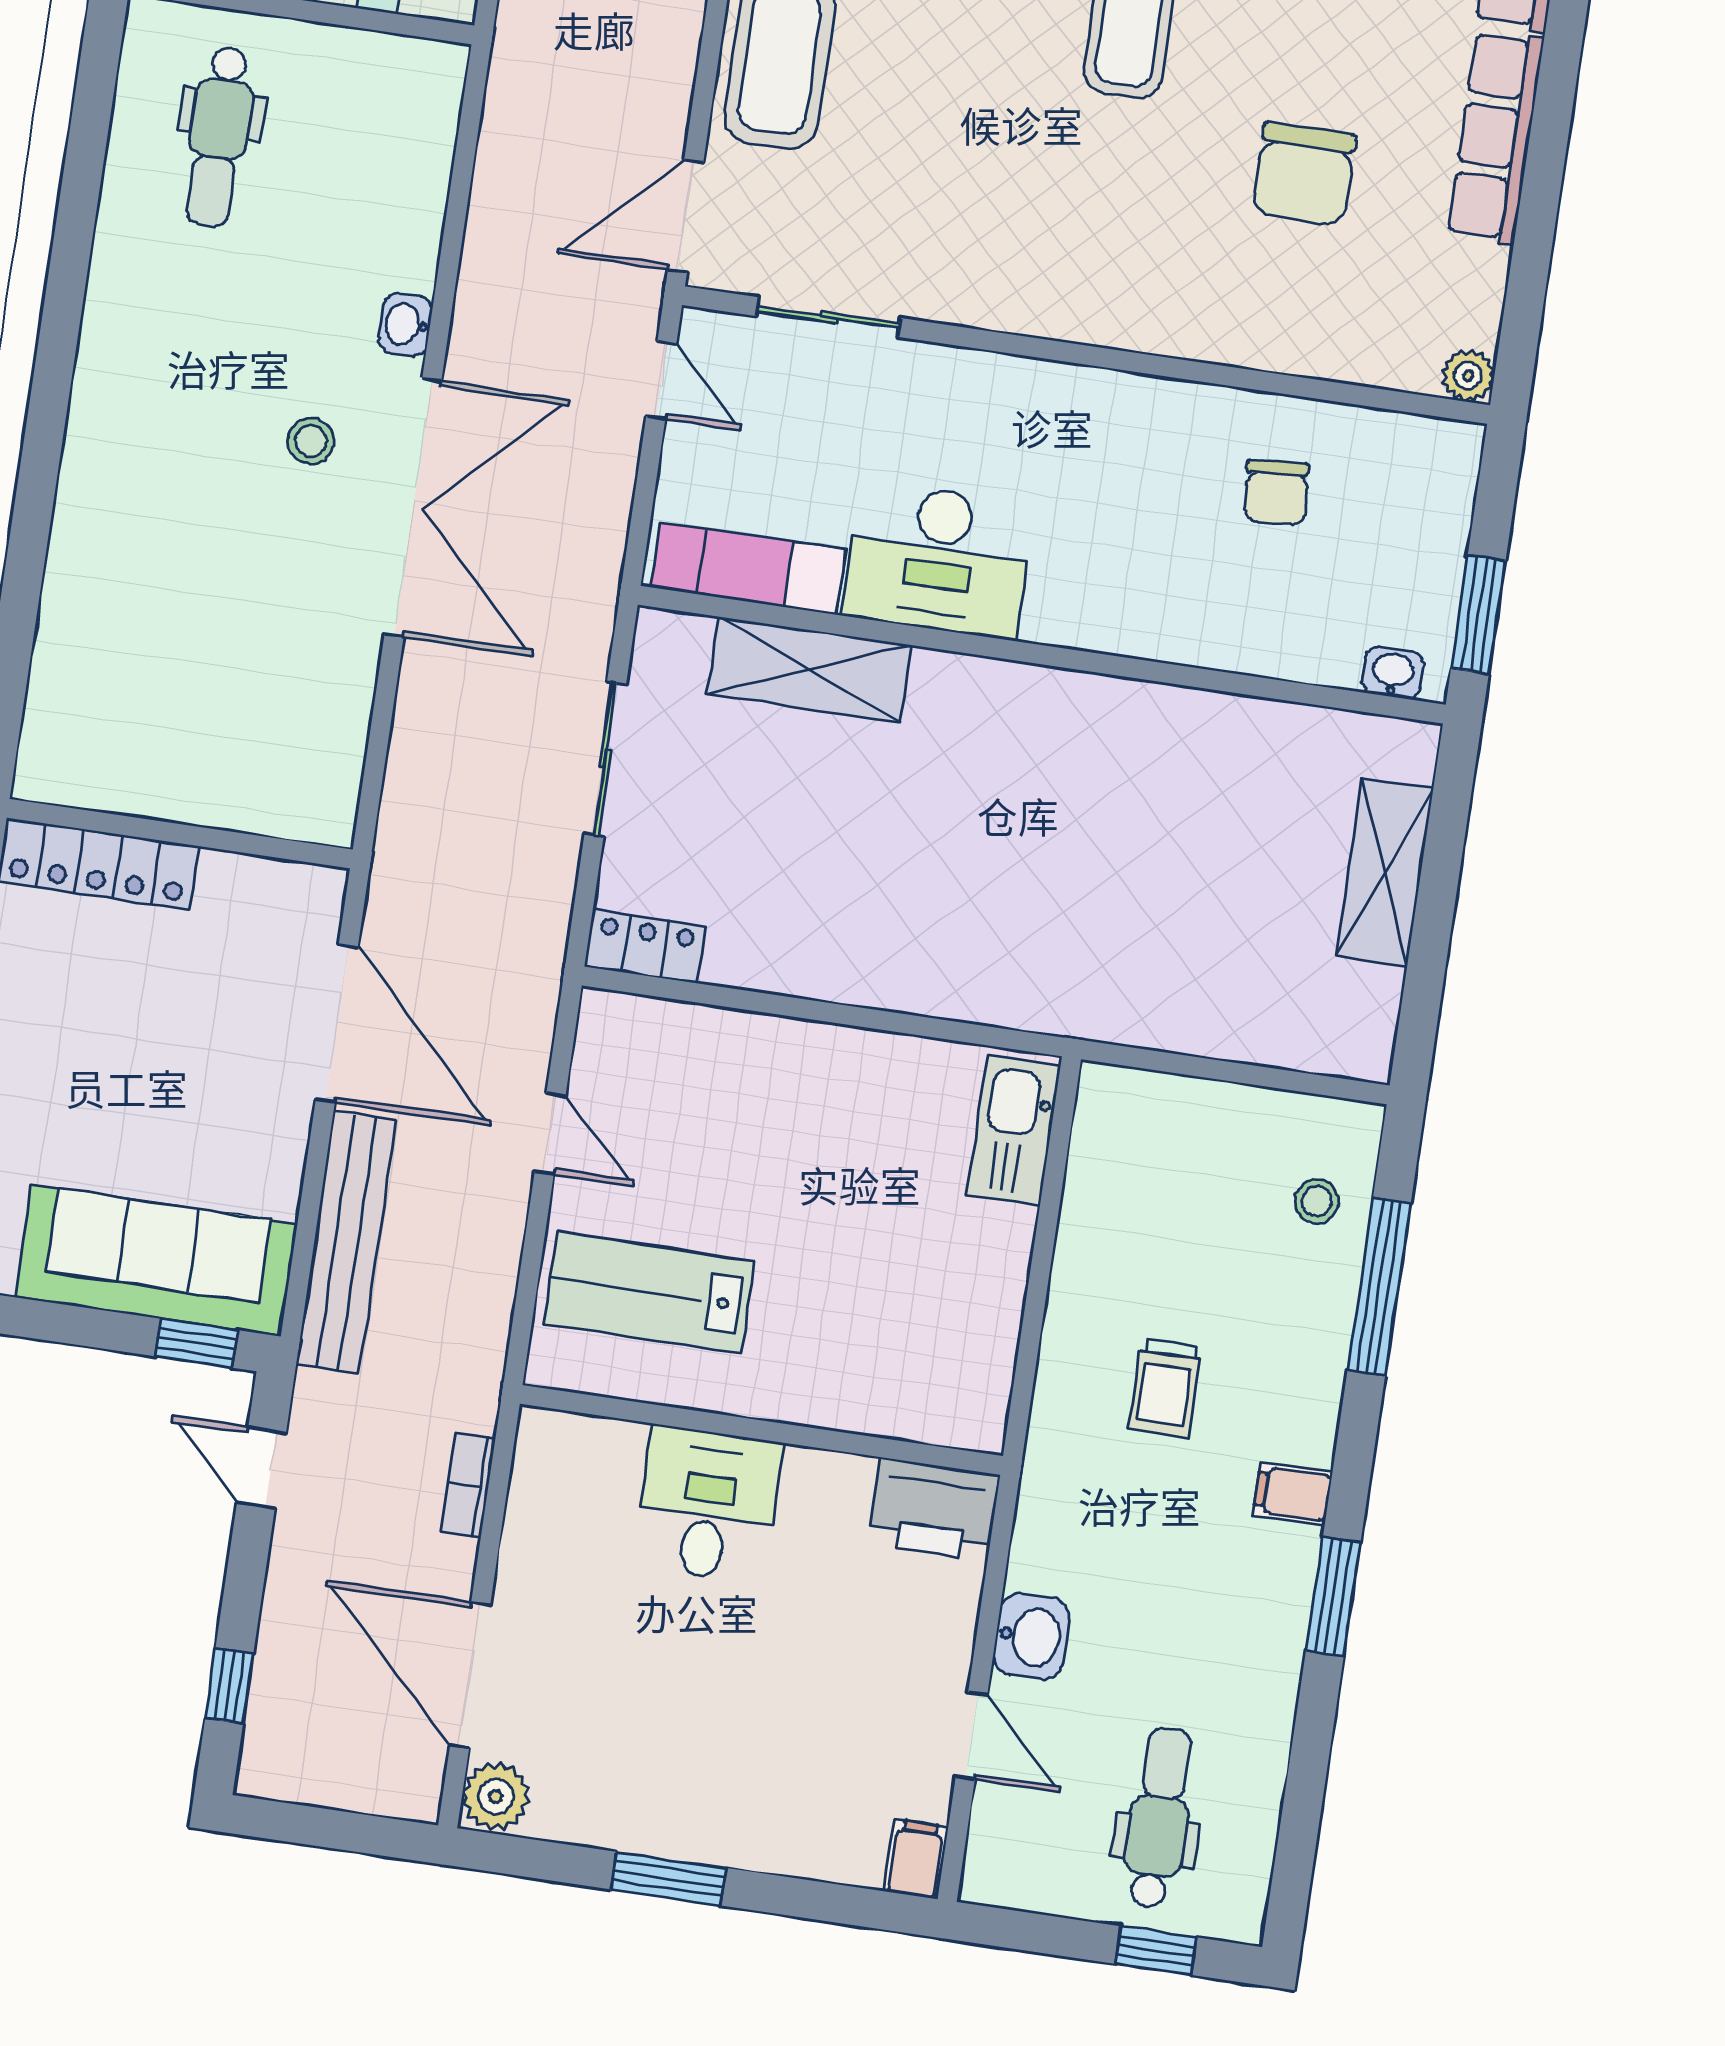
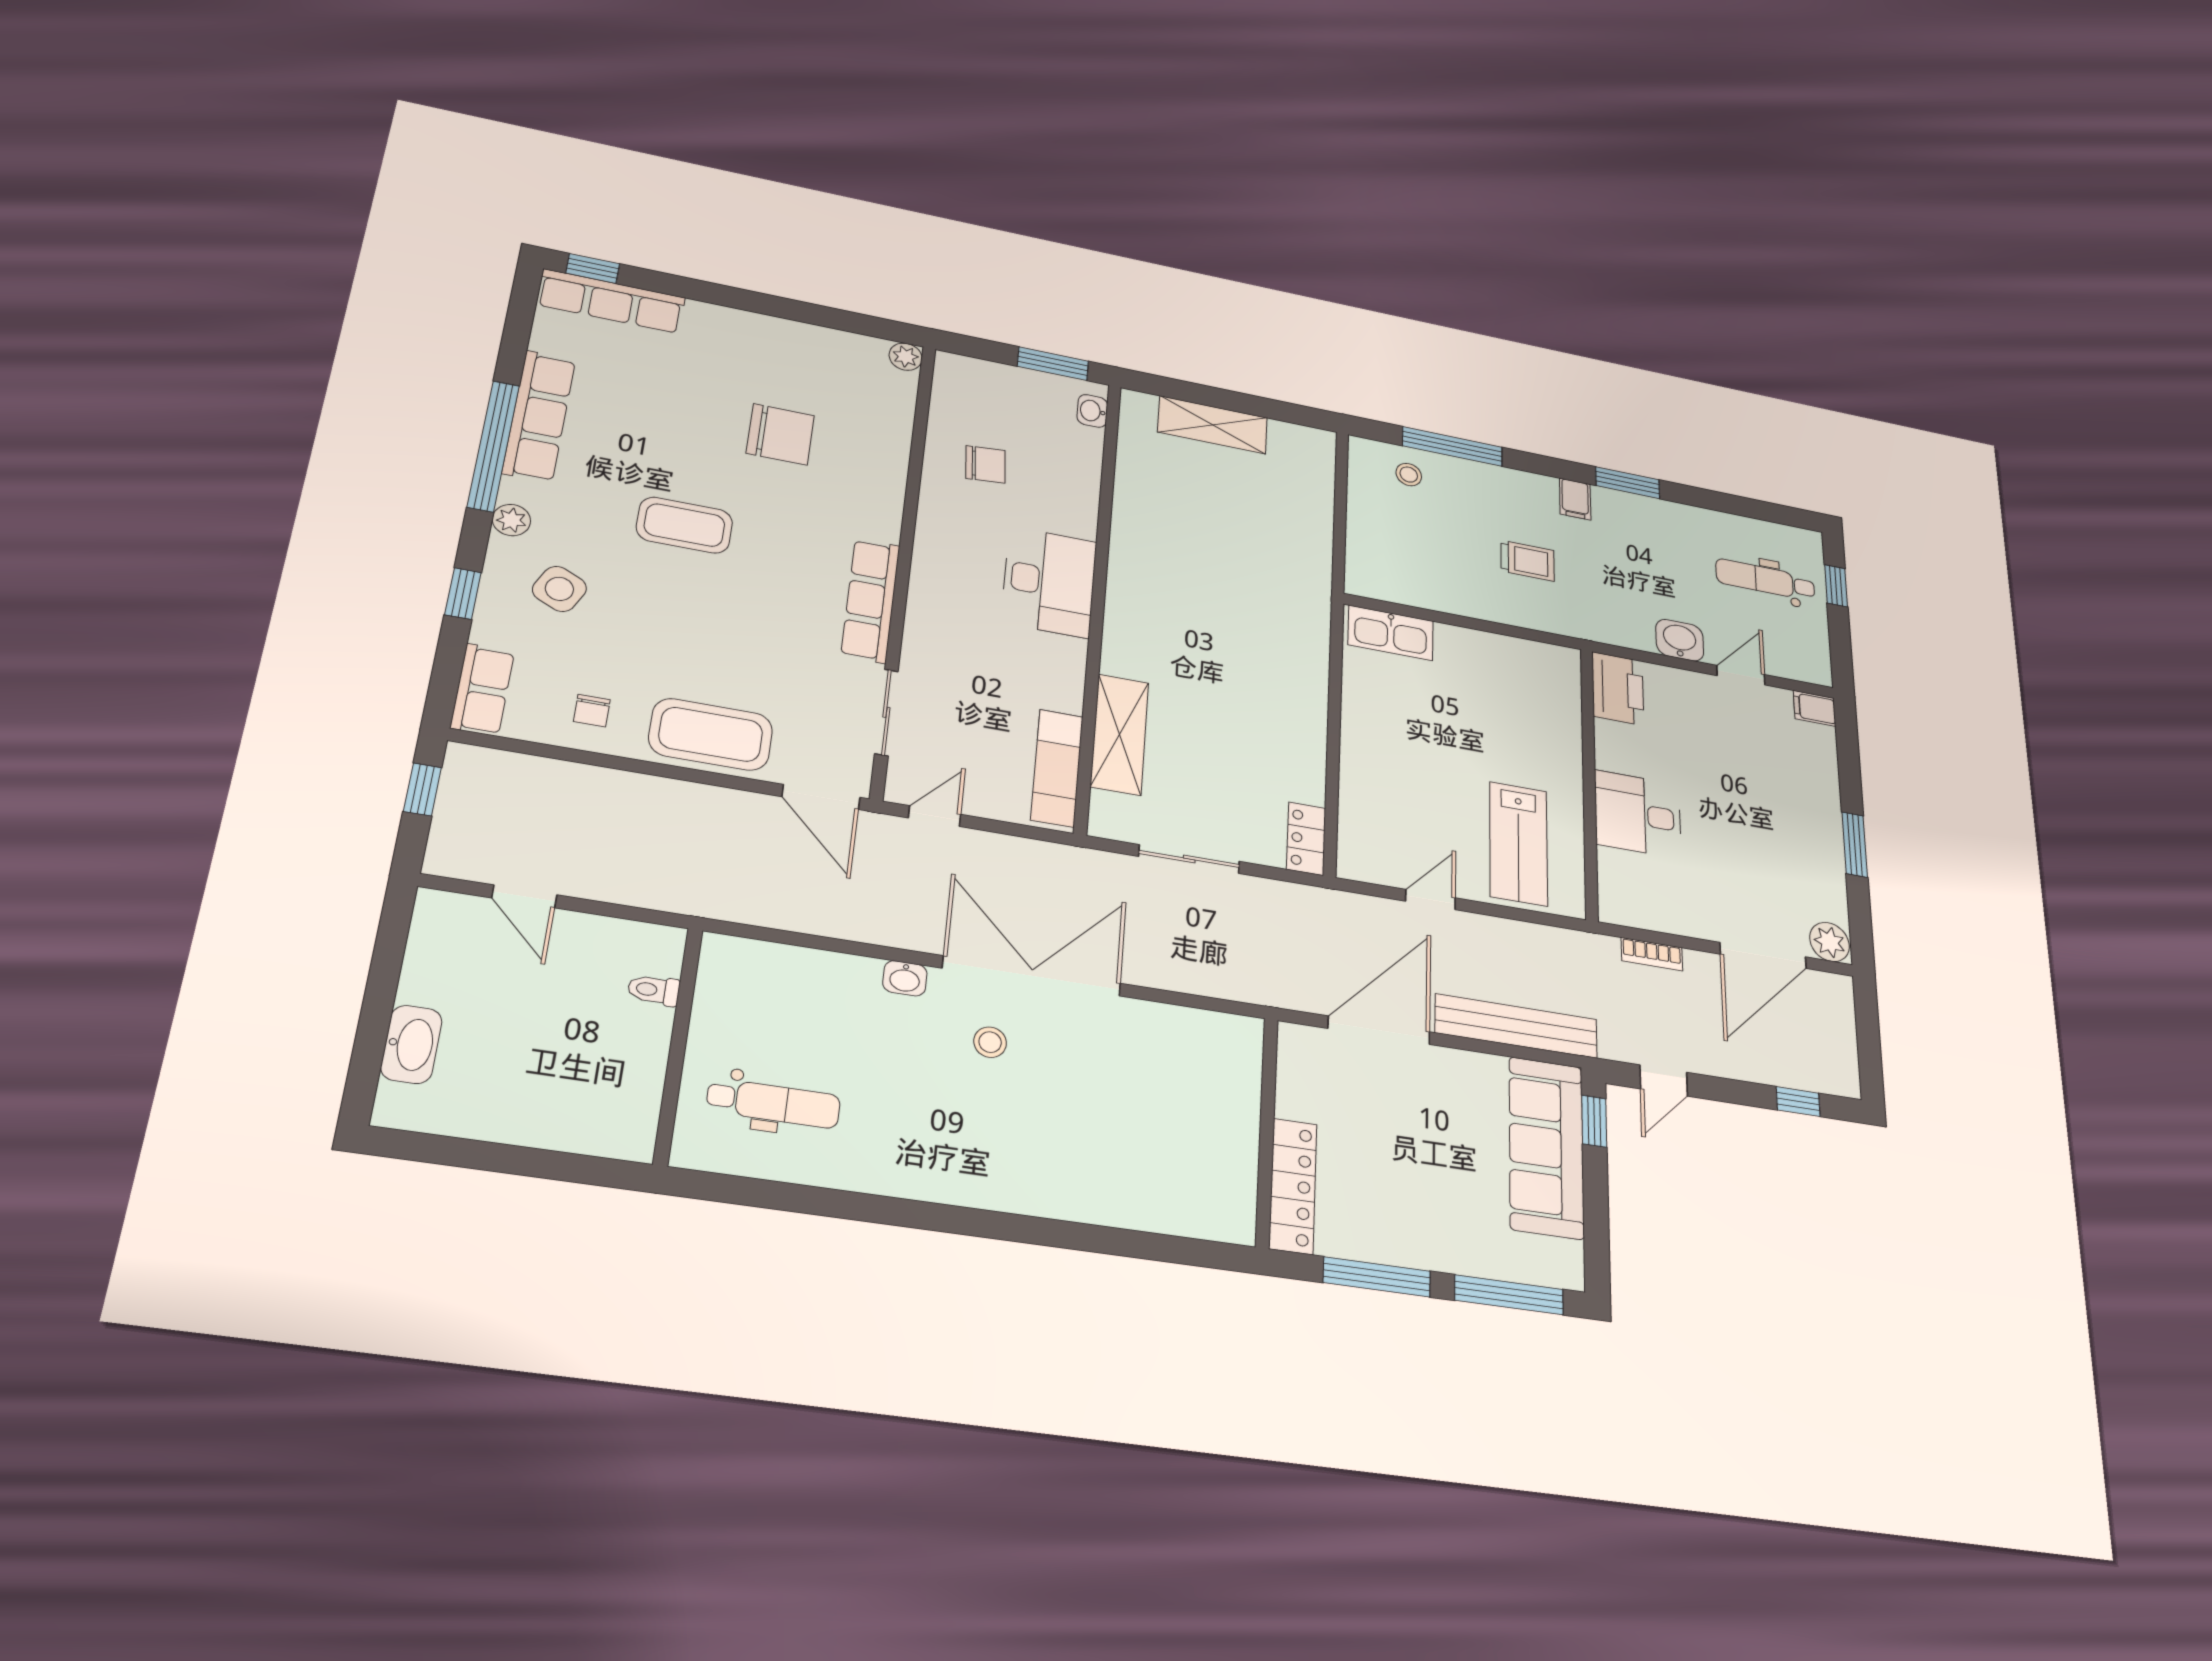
row of seats: (1496, 137) -> (871, 600), moved, turned 90
desk: (939, 560) -> (1049, 582), moved

